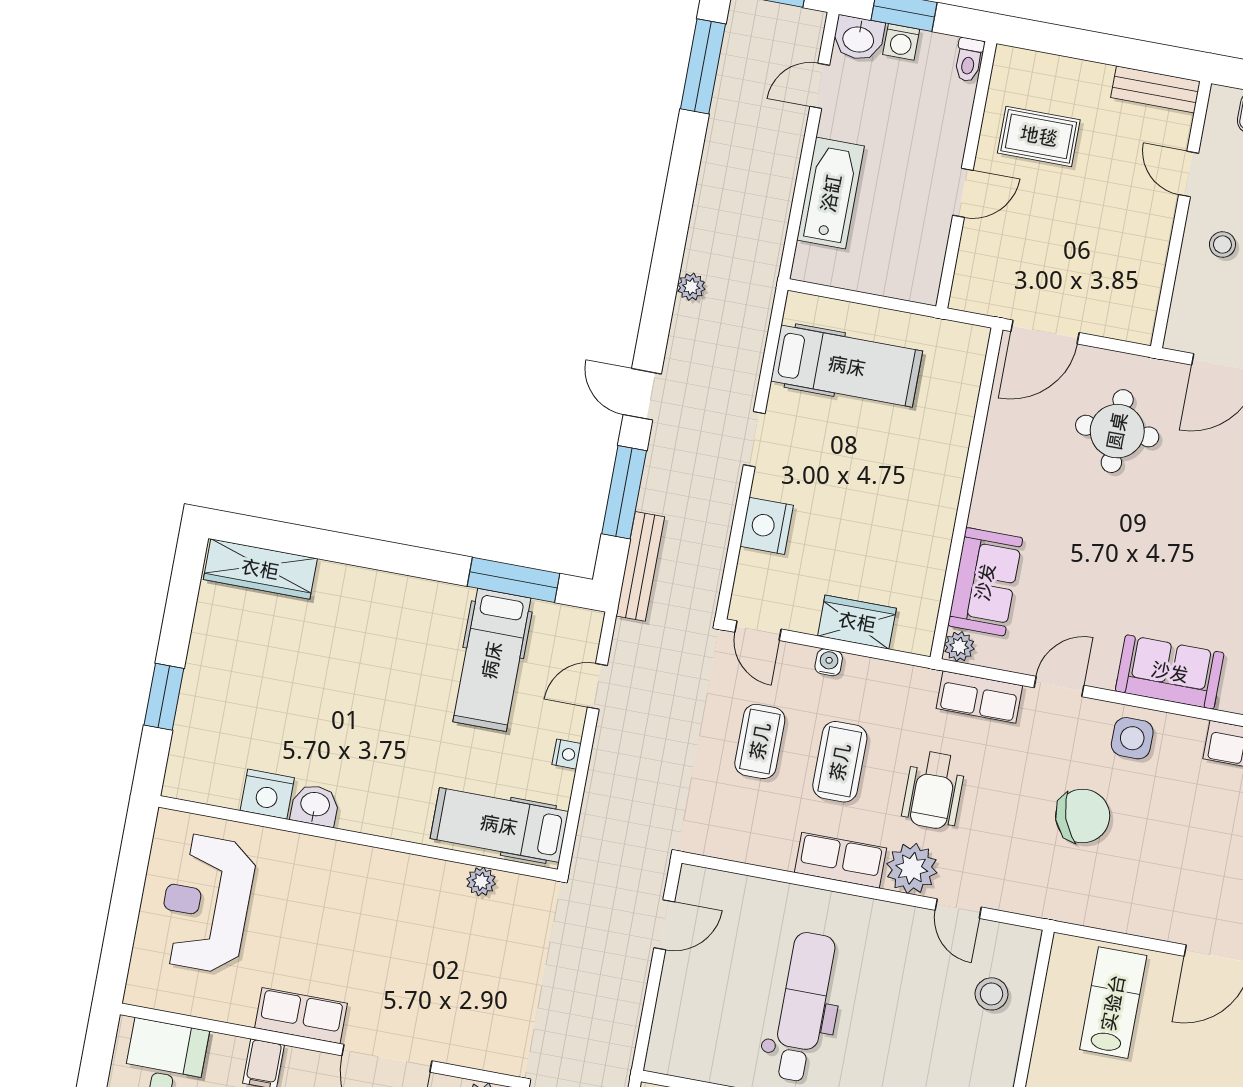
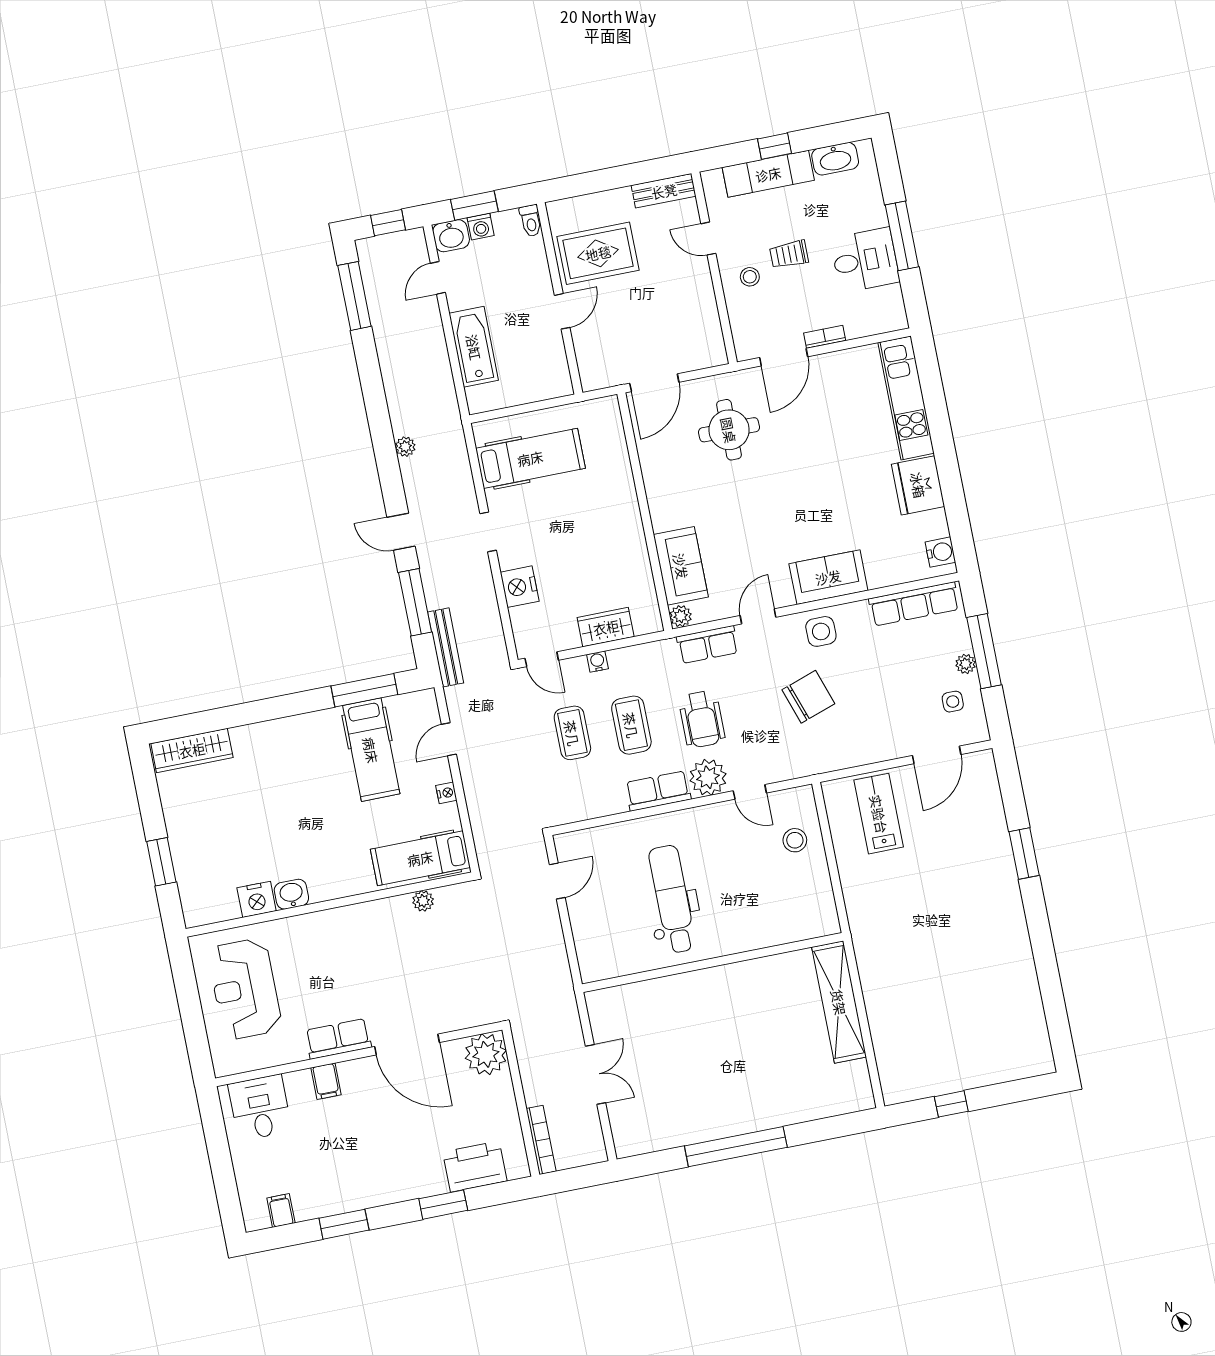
rug: (1039, 136) -> (598, 253), width x1.36, depth x1.43

